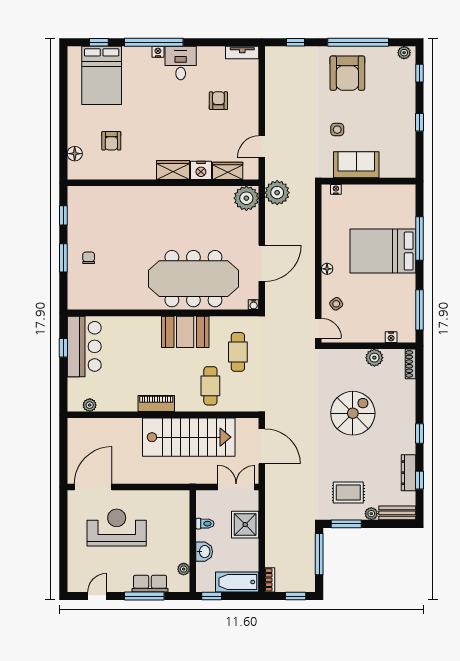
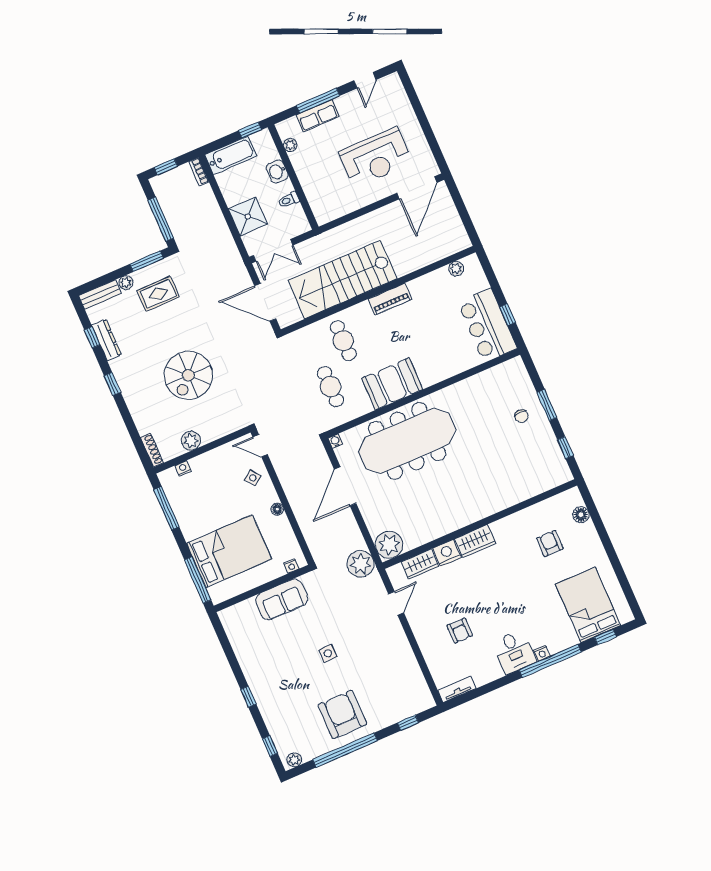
sofa: (356, 165) -> (282, 599), moved
wall: (369, 181) -> (262, 588), moved
nightstand: (336, 189) -> (291, 566), moved

